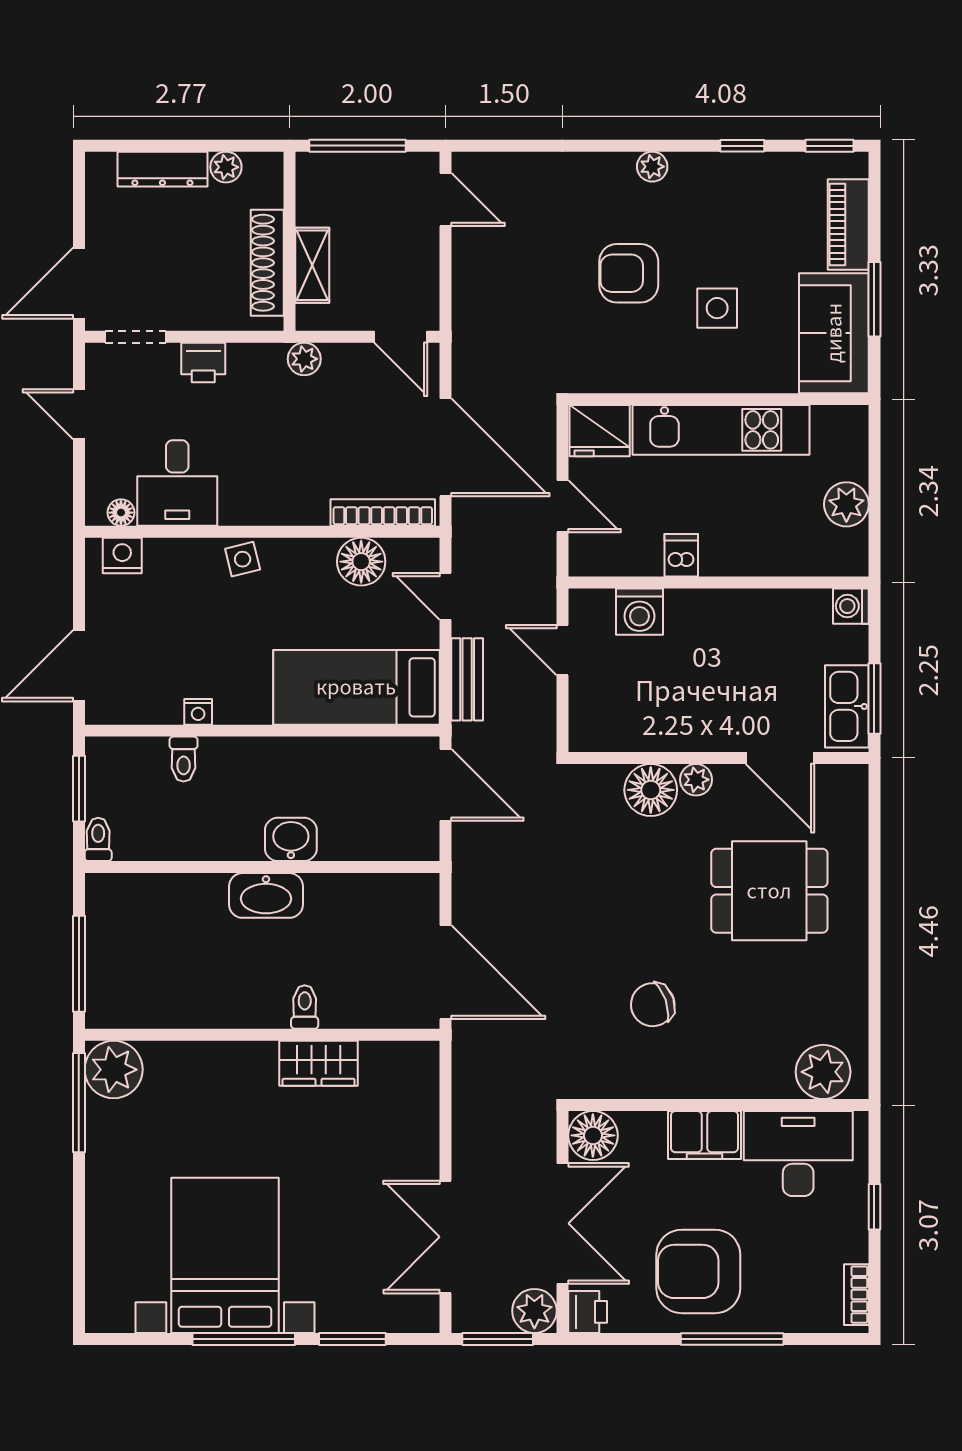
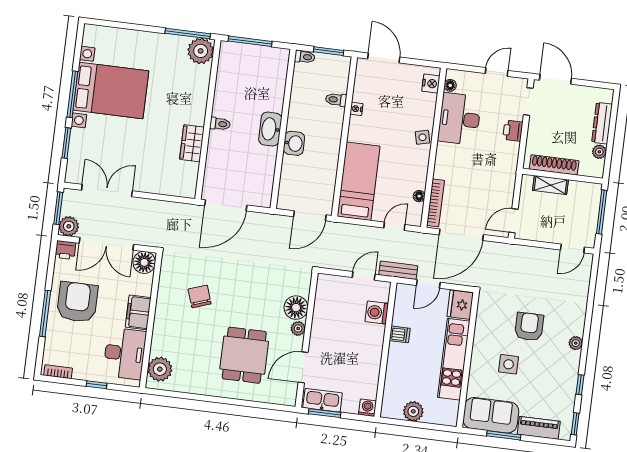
plant: (304, 359) -> (509, 176), removed
desk: (177, 483) -> (459, 119), width x1.37
floor lamp: (361, 562) -> (419, 196), width x0.53, depth x0.53
bench: (467, 679) -> (398, 270), moved
toilet: (305, 1007) -> (220, 124), moved

